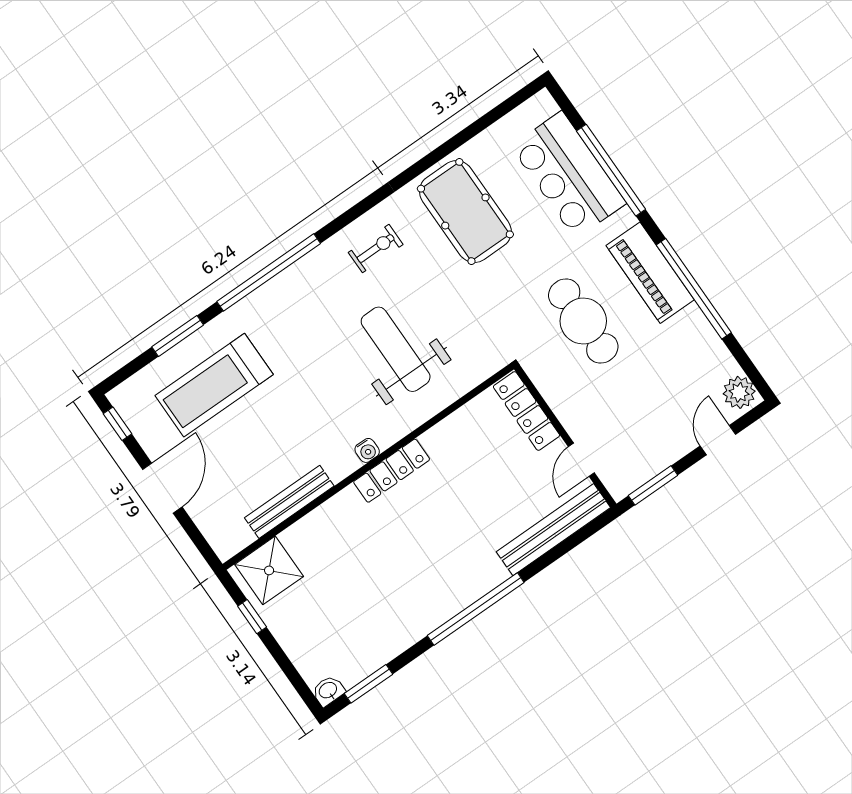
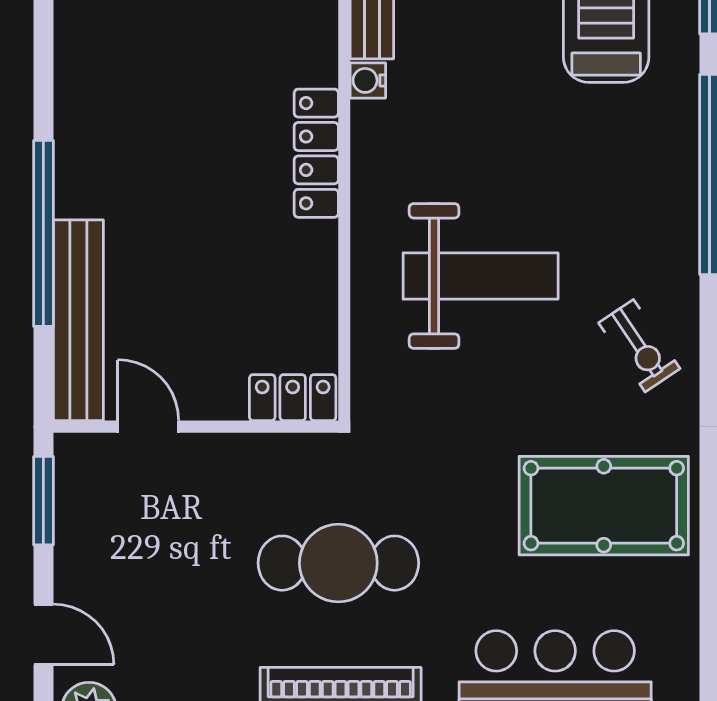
exercise bike: (376, 248) -> (639, 346), turned -34
locker: (526, 411) -> (293, 398), width x0.66
water cooler: (367, 450) -> (368, 80), moved
window: (476, 609) -> (43, 233), moved

